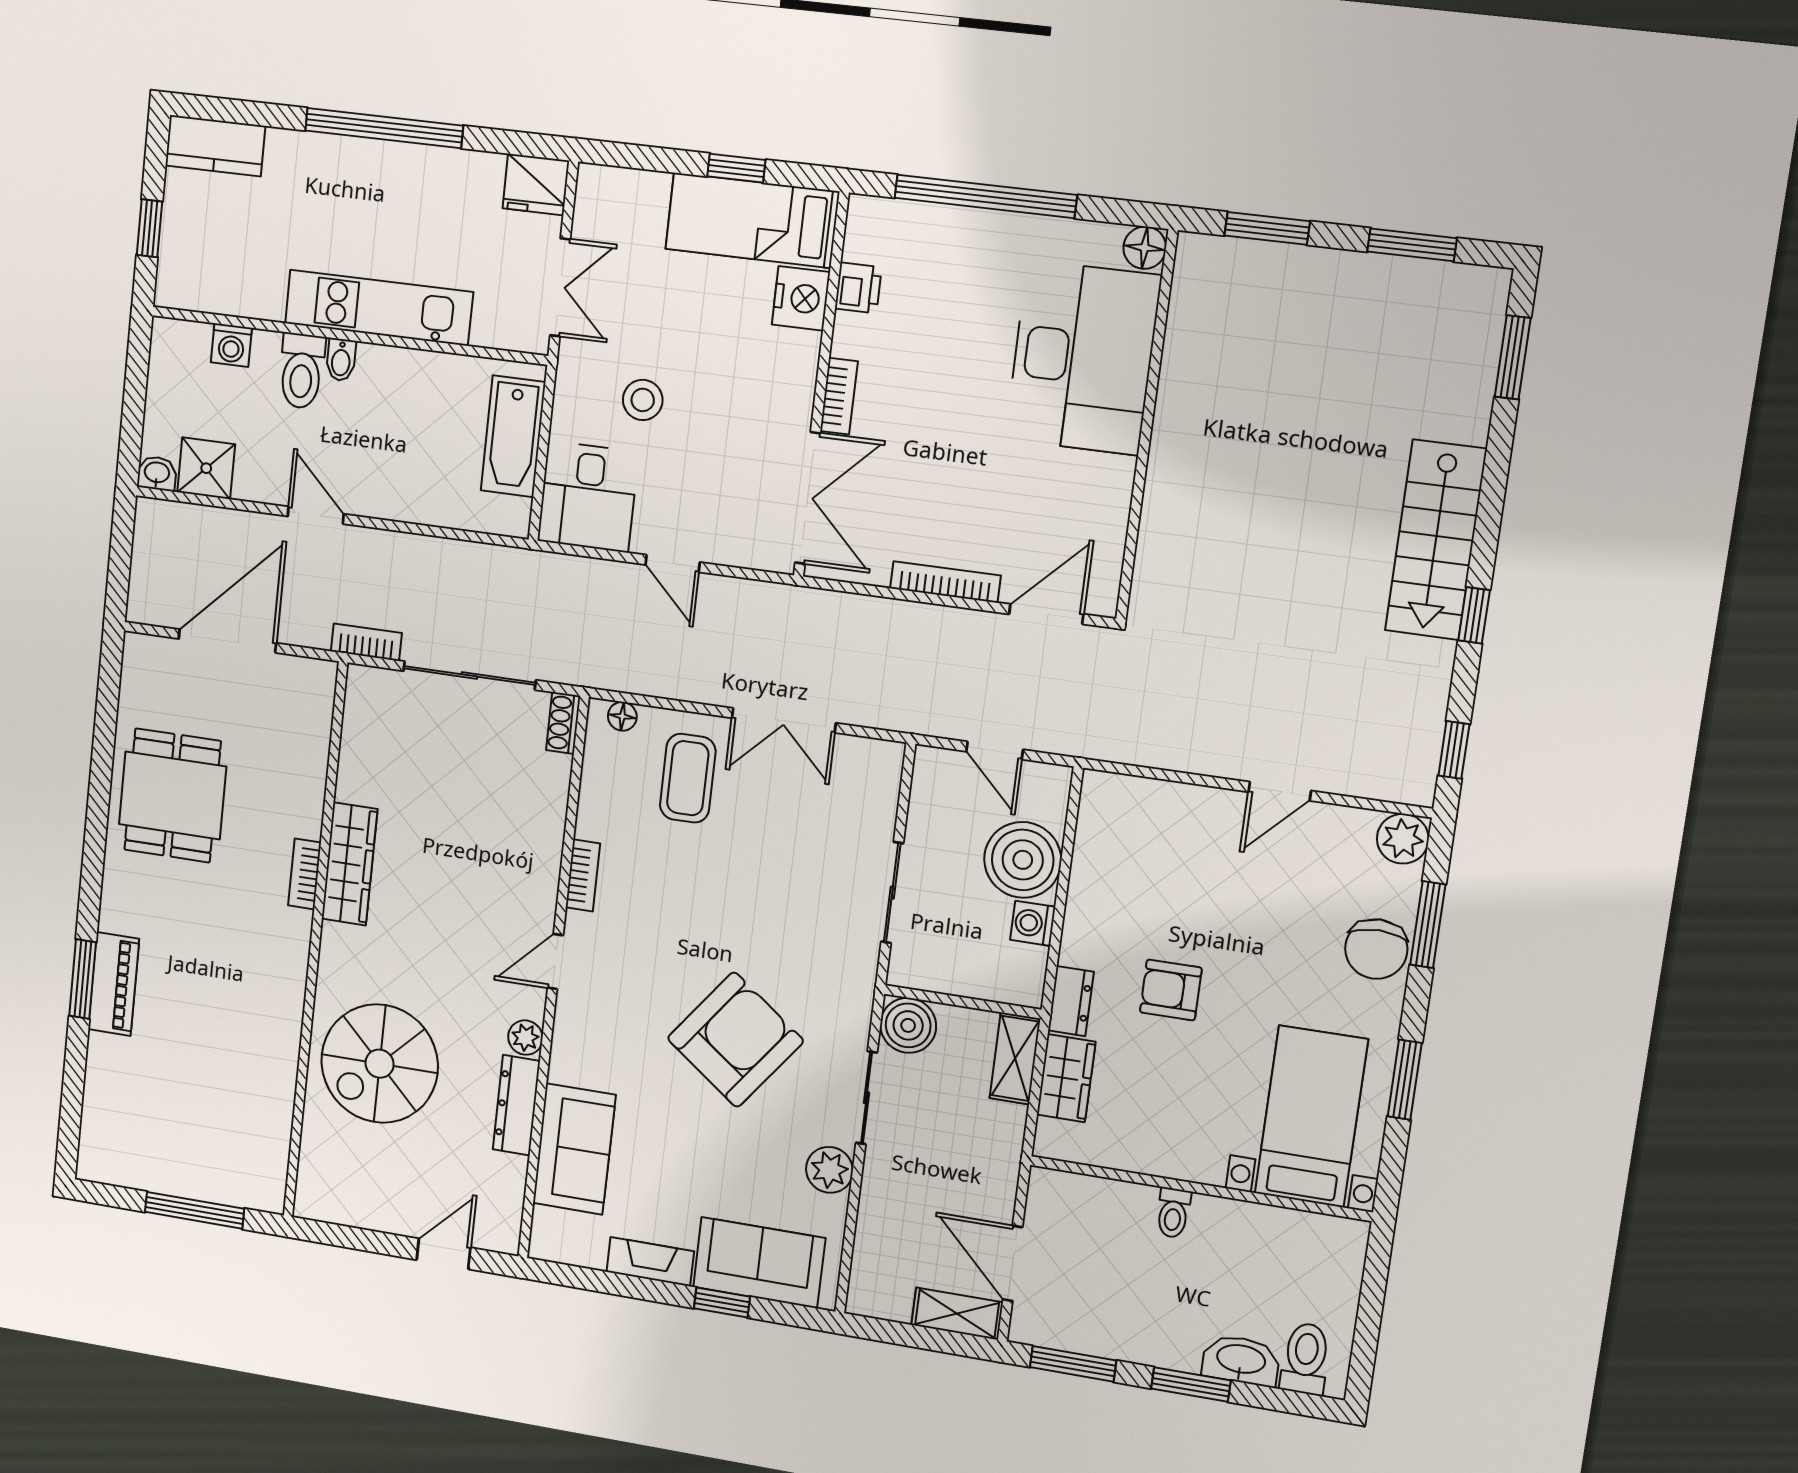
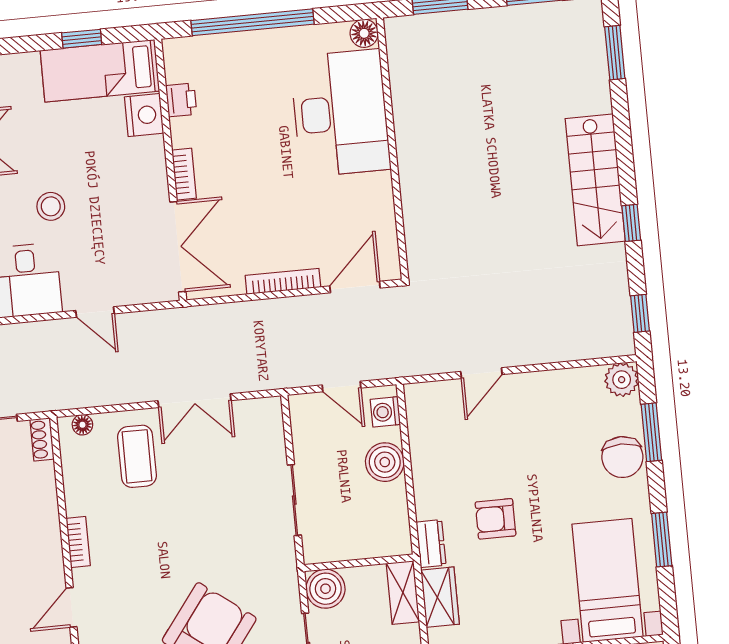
door: (1280, 791) -> (481, 373), moved
boiler: (1023, 860) -> (385, 462), width x0.73, depth x0.73
washing machine: (1033, 923) -> (385, 412), moved

